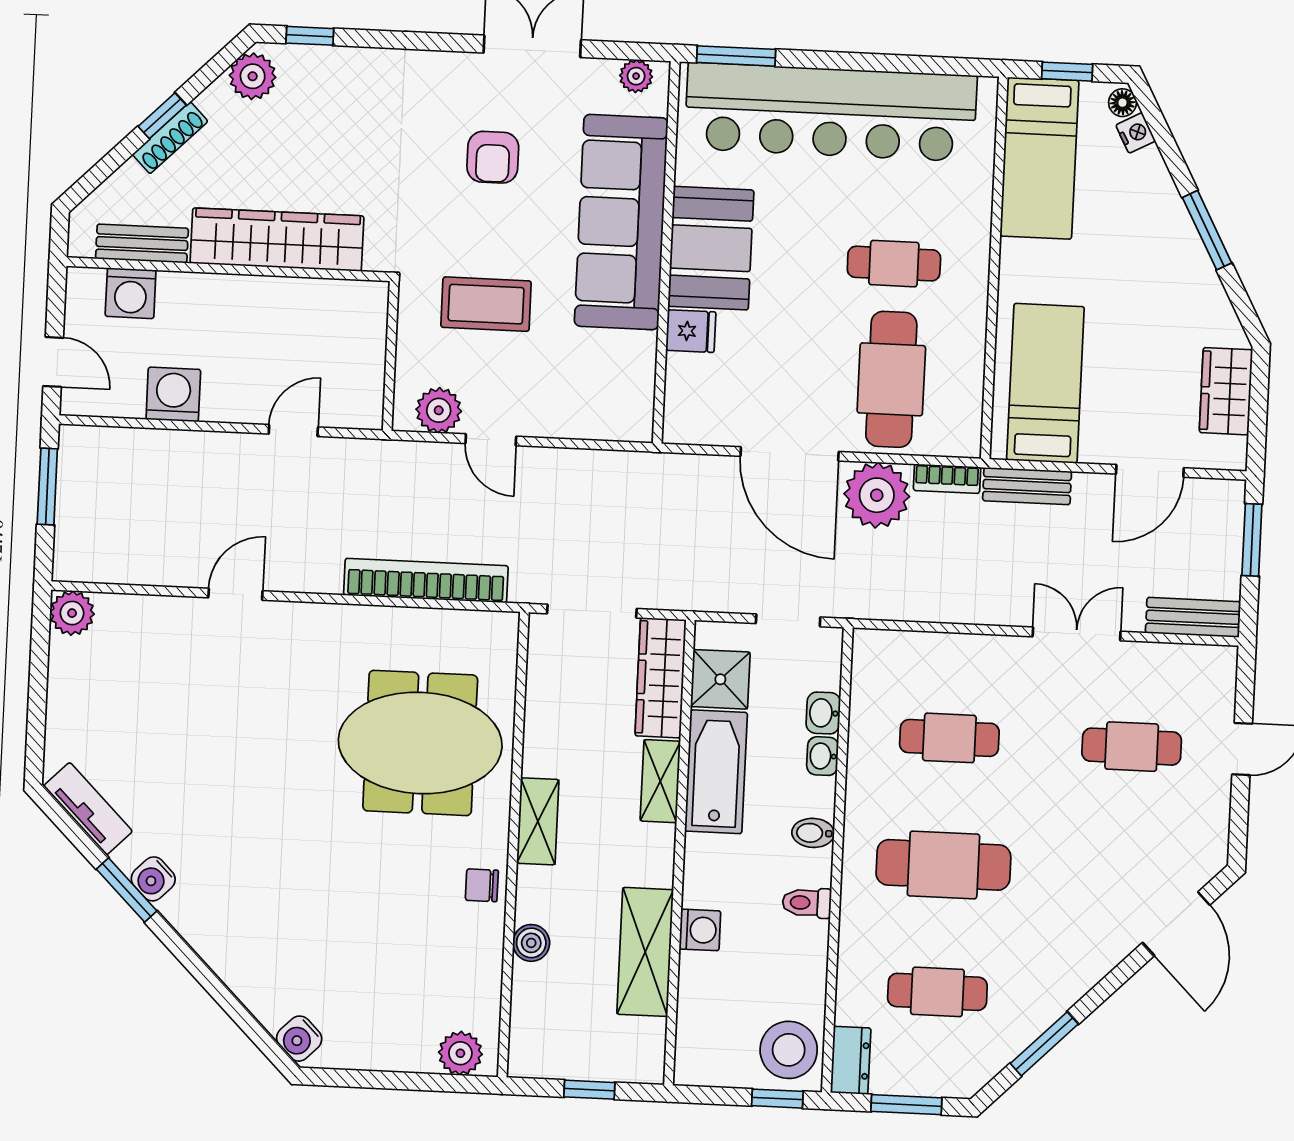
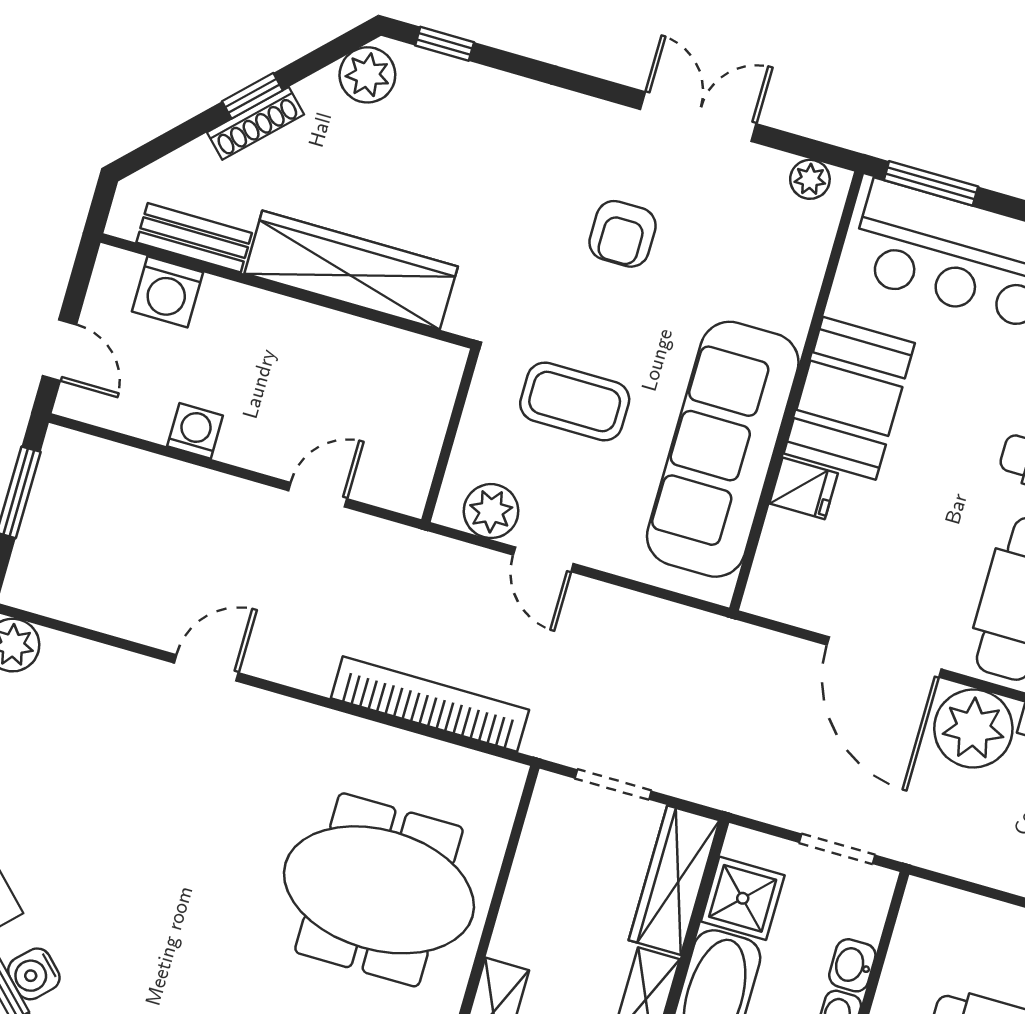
sofa: (621, 222) -> (723, 449), moved
washing machine: (173, 394) -> (195, 431), width x0.73, depth x0.73
doorway: (592, 611) -> (613, 785), width x0.73

